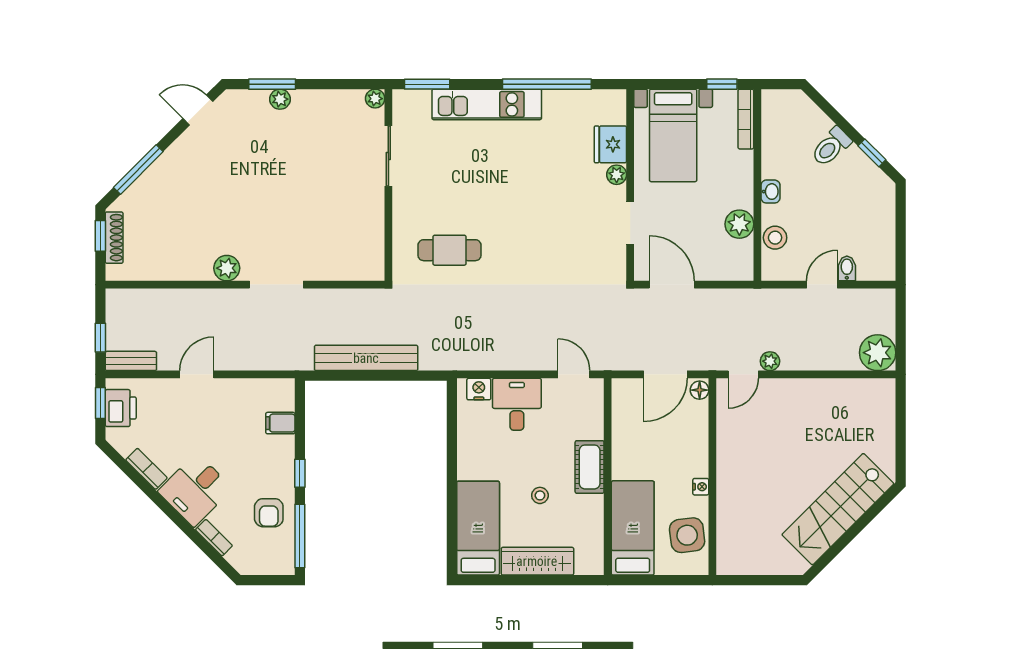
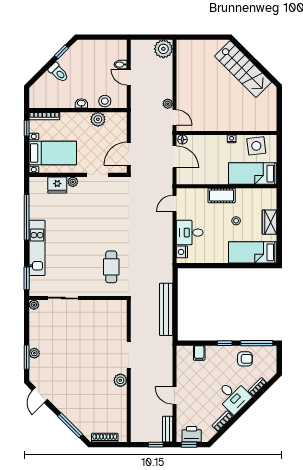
window: (100, 236) -> (104, 445), removed
wardrobe: (537, 561) -> (270, 222), width x0.67

